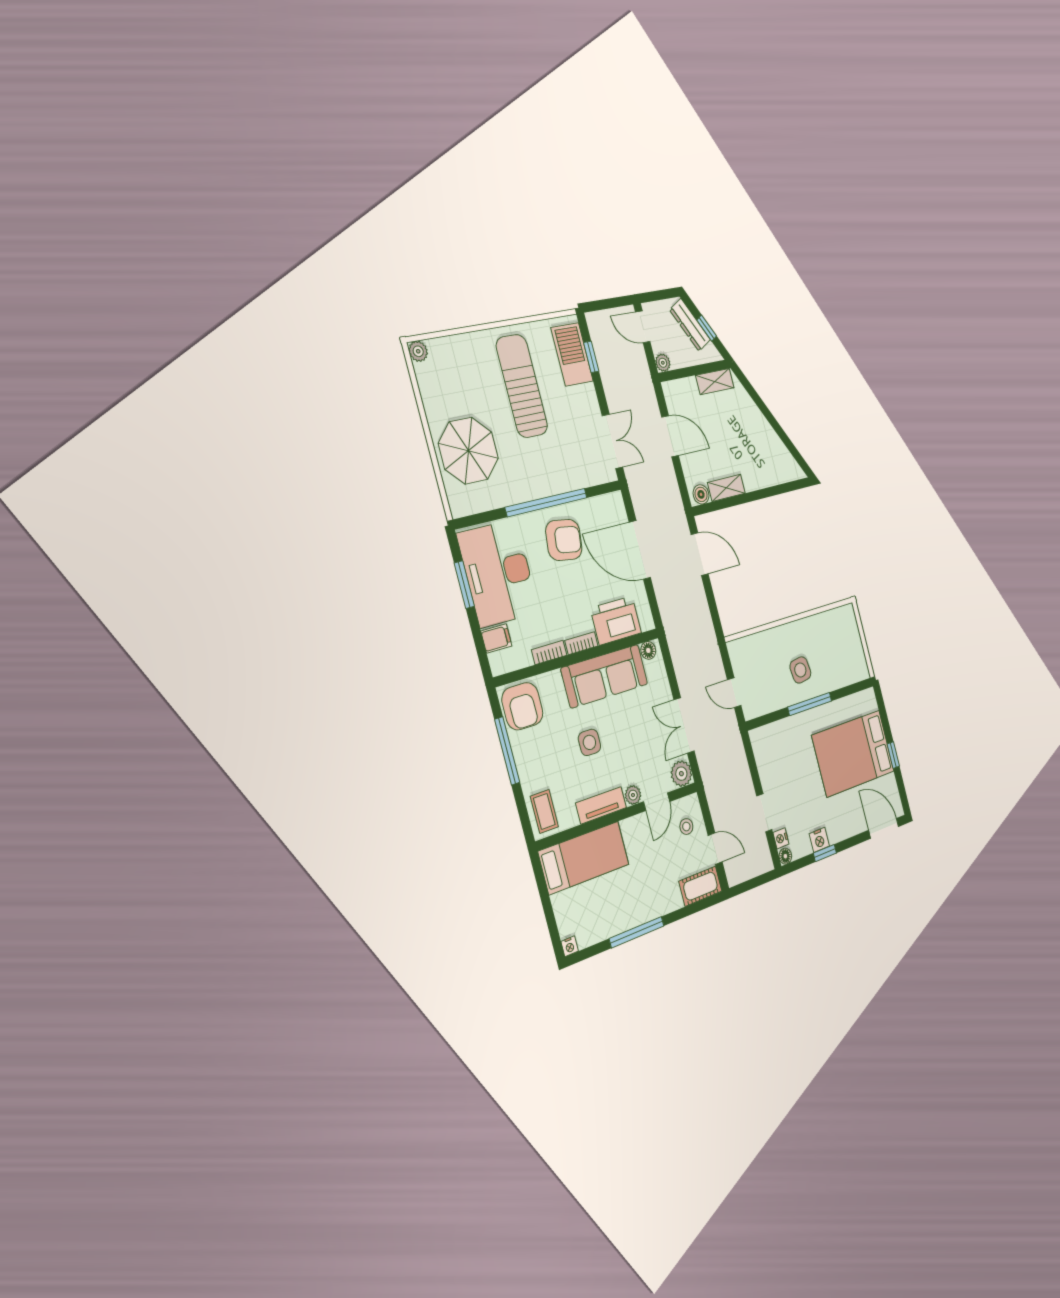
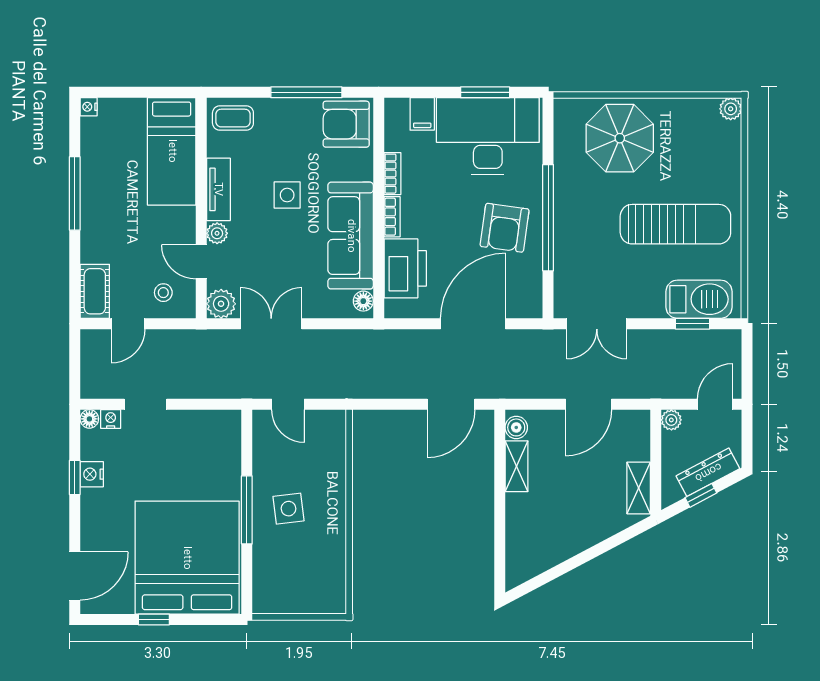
door: (734, 693) -> (288, 404), swing flipped
bed: (853, 753) -> (187, 558), width x1.36

